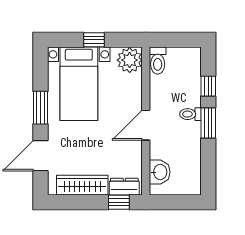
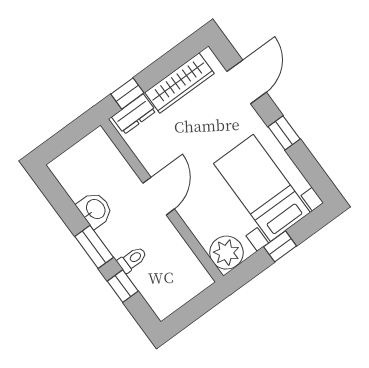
toilet: (158, 61) -> (196, 274), removed
window: (41, 108) -> (284, 133), width x0.67
toilet: (190, 114) -> (132, 259), moved
washbasin: (160, 172) -> (95, 210), moved, turned 180

